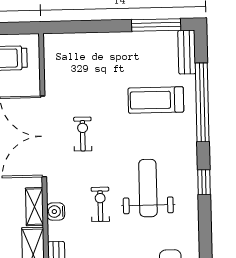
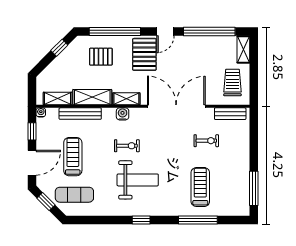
bench: (187, 52) -> (230, 114), moved
window: (202, 102) -> (198, 220), width x0.68
exercise bike: (83, 134) -> (206, 141), moved

